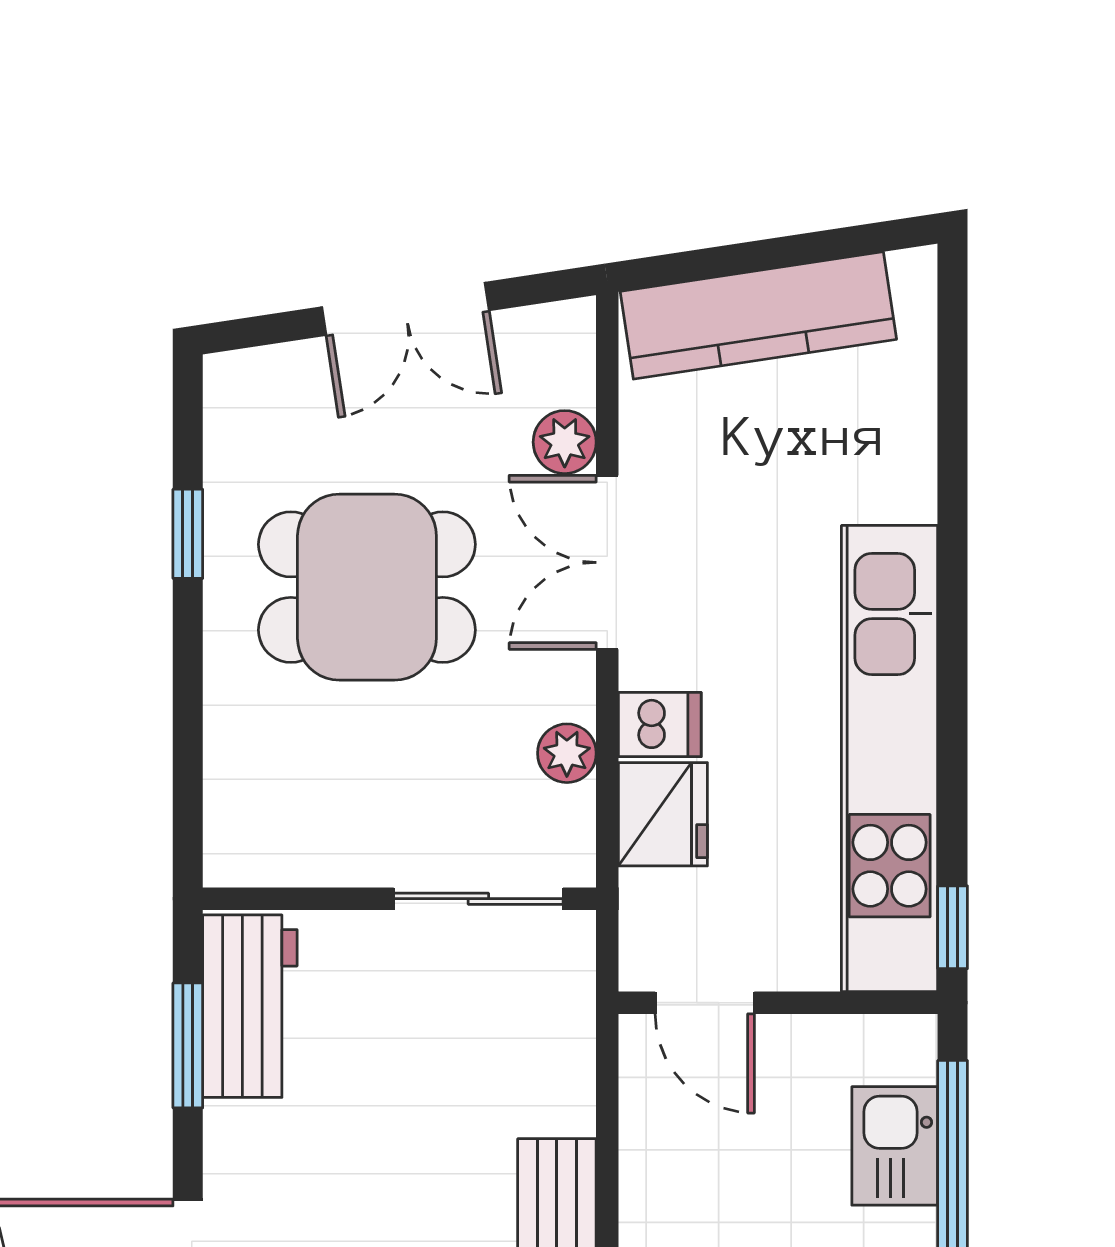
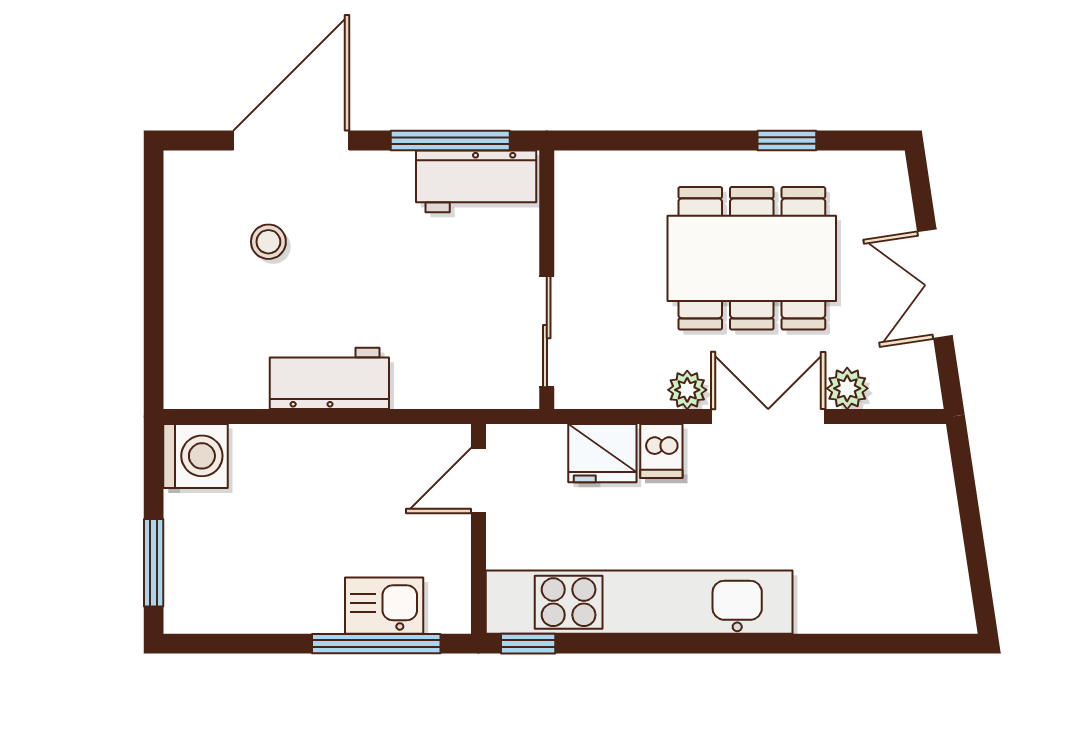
kitchen counter: (758, 315) -> (931, 516), removed
dining table: (367, 587) -> (752, 258), width x1.38
plant: (567, 753) -> (687, 390), moved
window: (188, 1045) -> (450, 141), width x1.44

